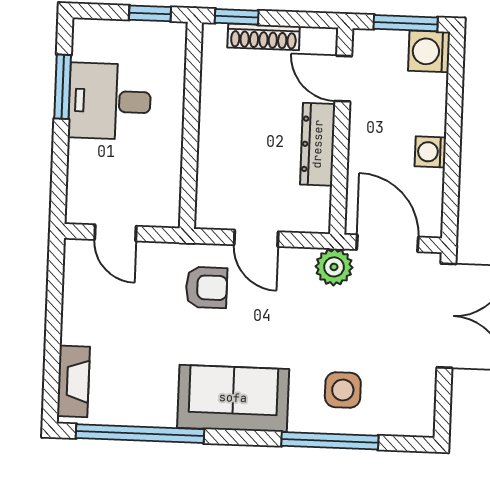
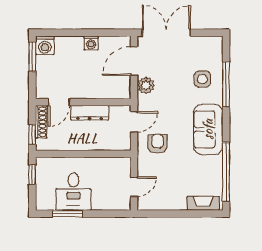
door: (343, 79) -> (59, 102), moved
wall: (341, 131) -> (83, 102), moved
dresser: (318, 144) -> (90, 113), moved

